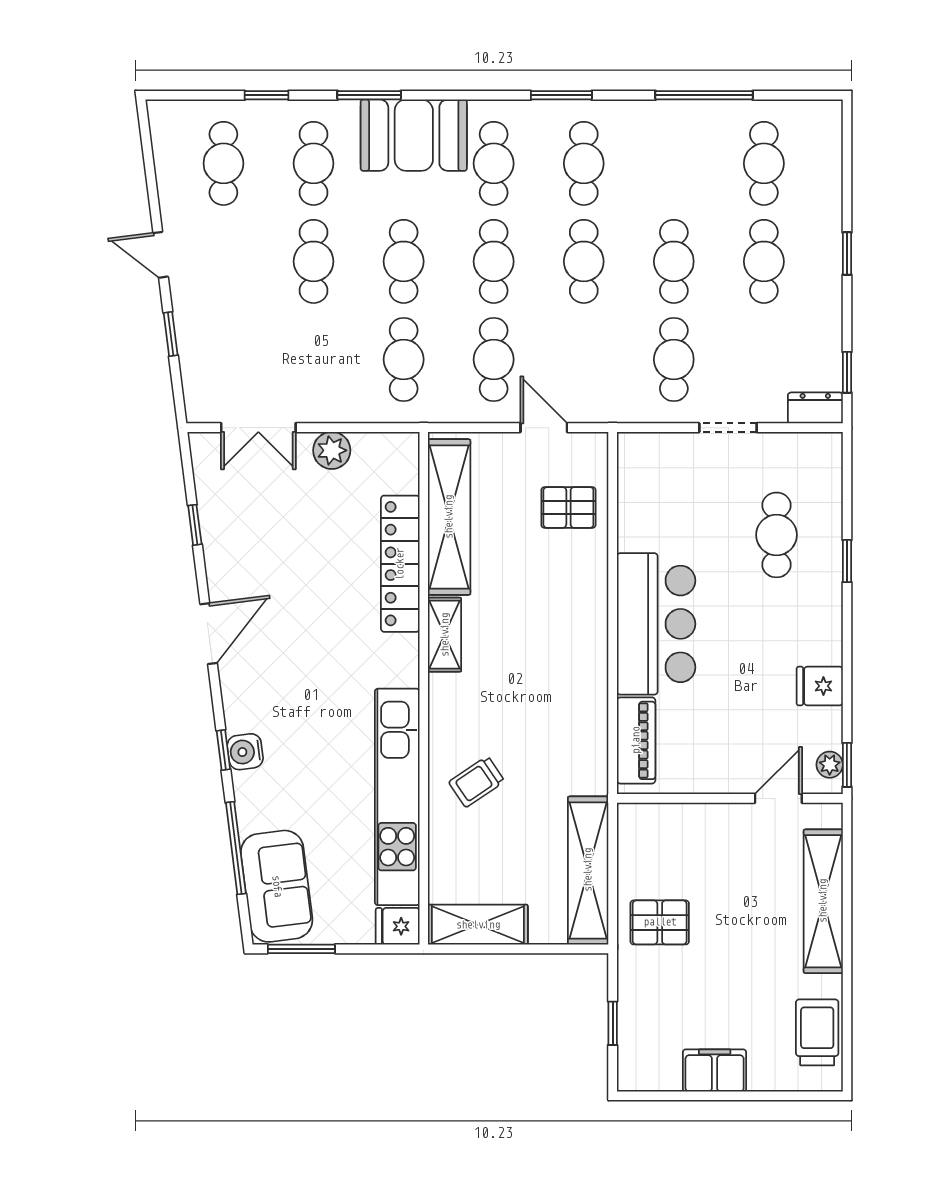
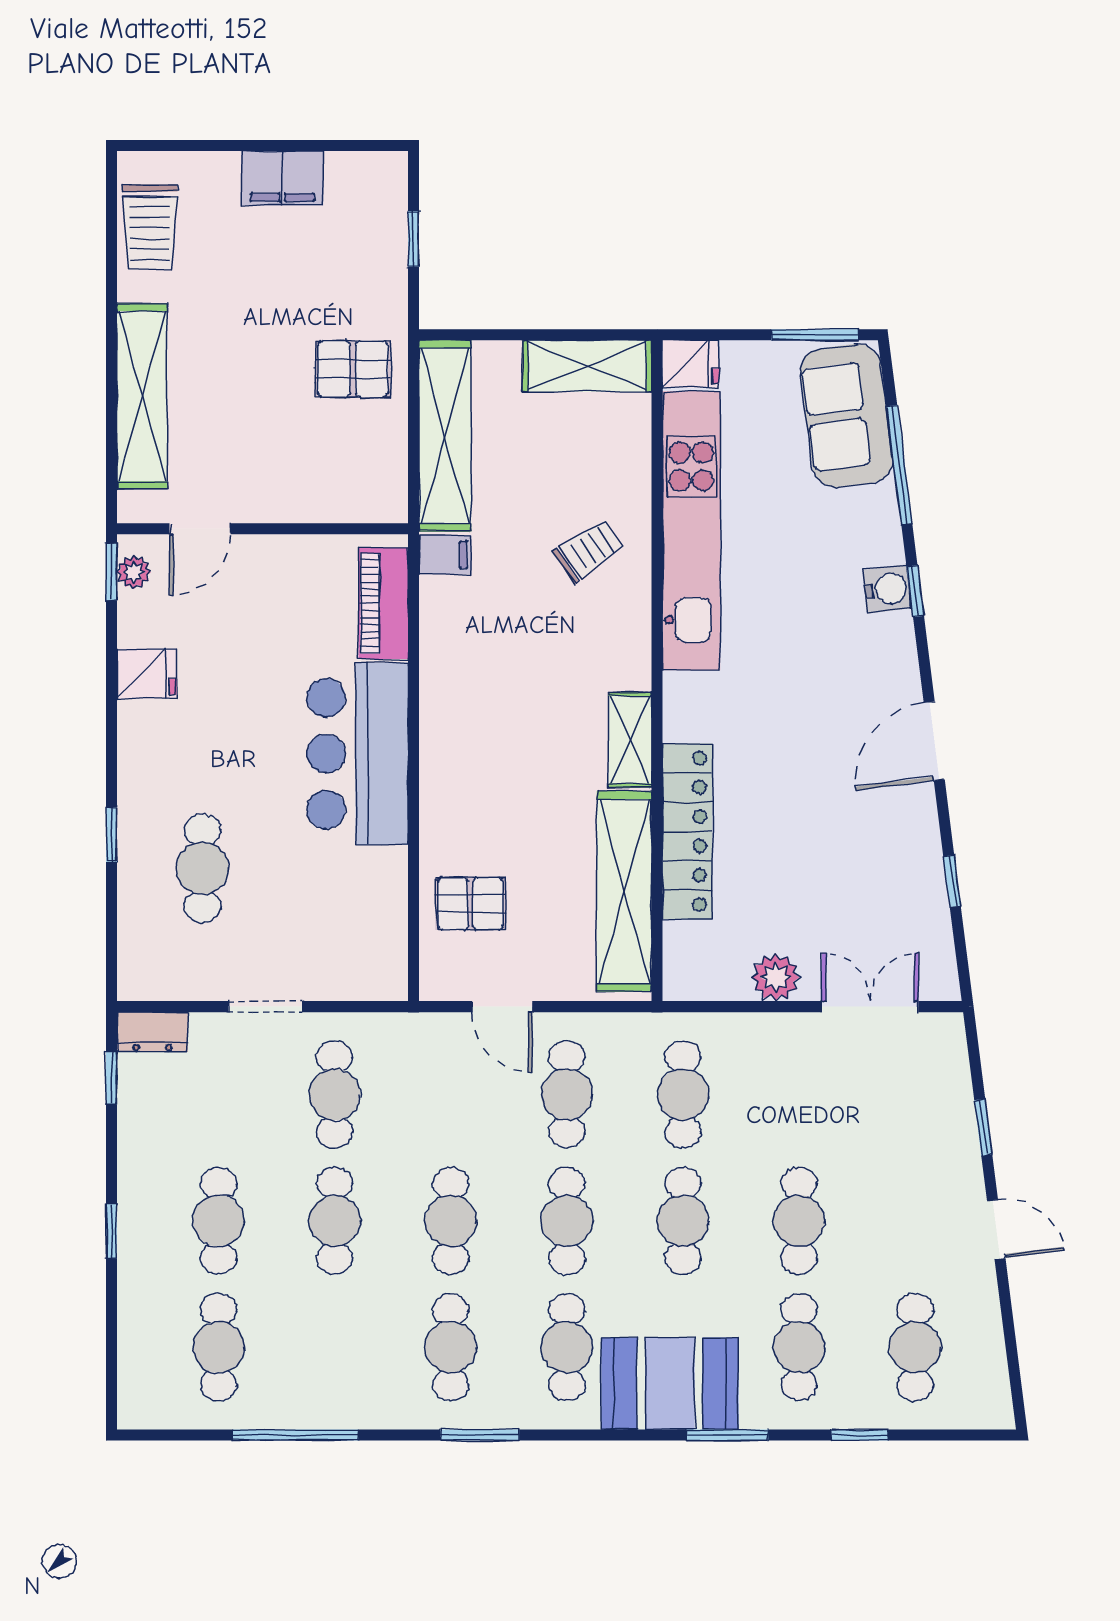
filing cabinet: (588, 778) -> (445, 555), added

